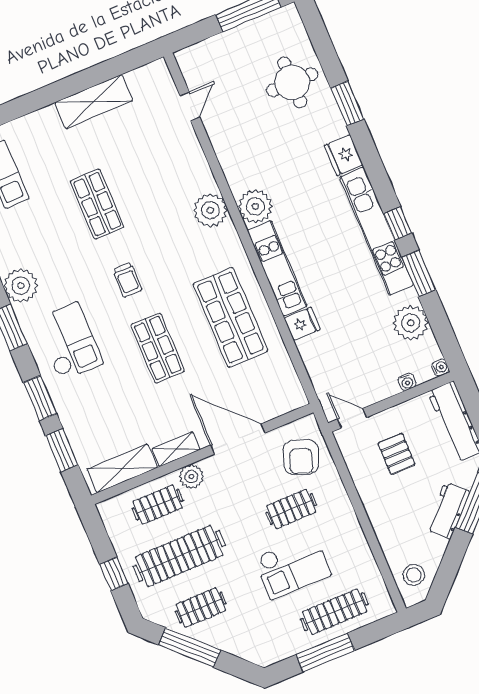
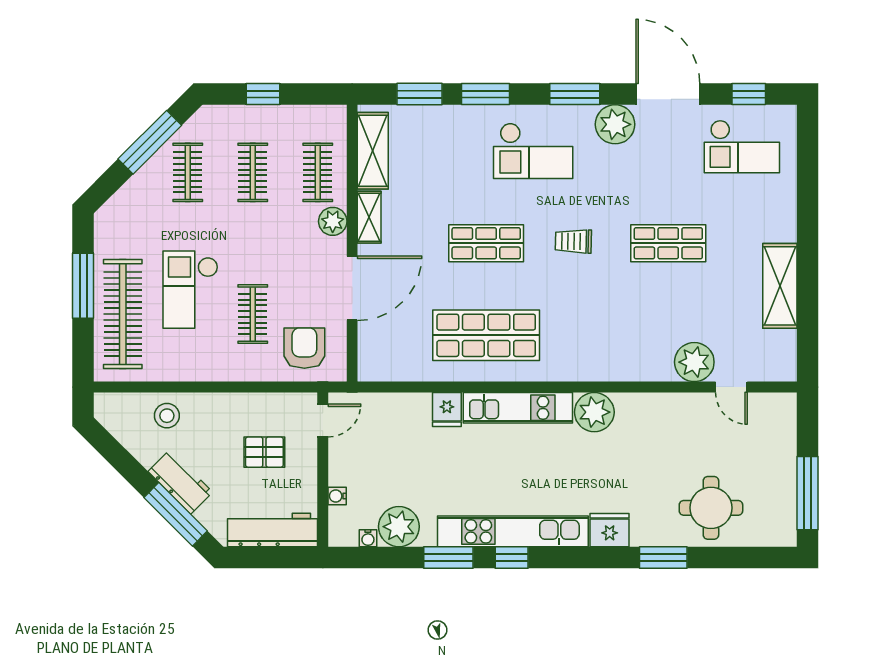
plant: (210, 210) -> (694, 362), moved
water cooler: (440, 367) -> (368, 538), moved
armchair: (301, 457) -> (304, 348), turned 70
clothes rail: (179, 556) -> (253, 172), width x0.54, depth x0.76
stool: (414, 575) -> (167, 416), moved
clothes rail: (334, 612) -> (123, 314), width x1.37, depth x1.31

